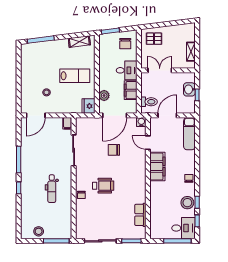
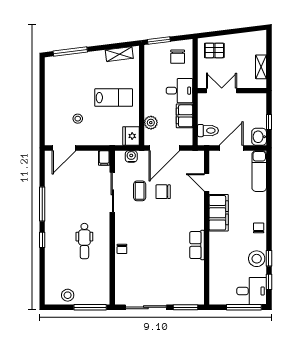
washbasin: (189, 89) -> (259, 137), moved
water cooler: (141, 122) -> (131, 156), moved
coffee table: (95, 149) -> (140, 191), added
wheelchair: (103, 186) -> (150, 237), removed
row of seats: (140, 215) -> (197, 245), moved

